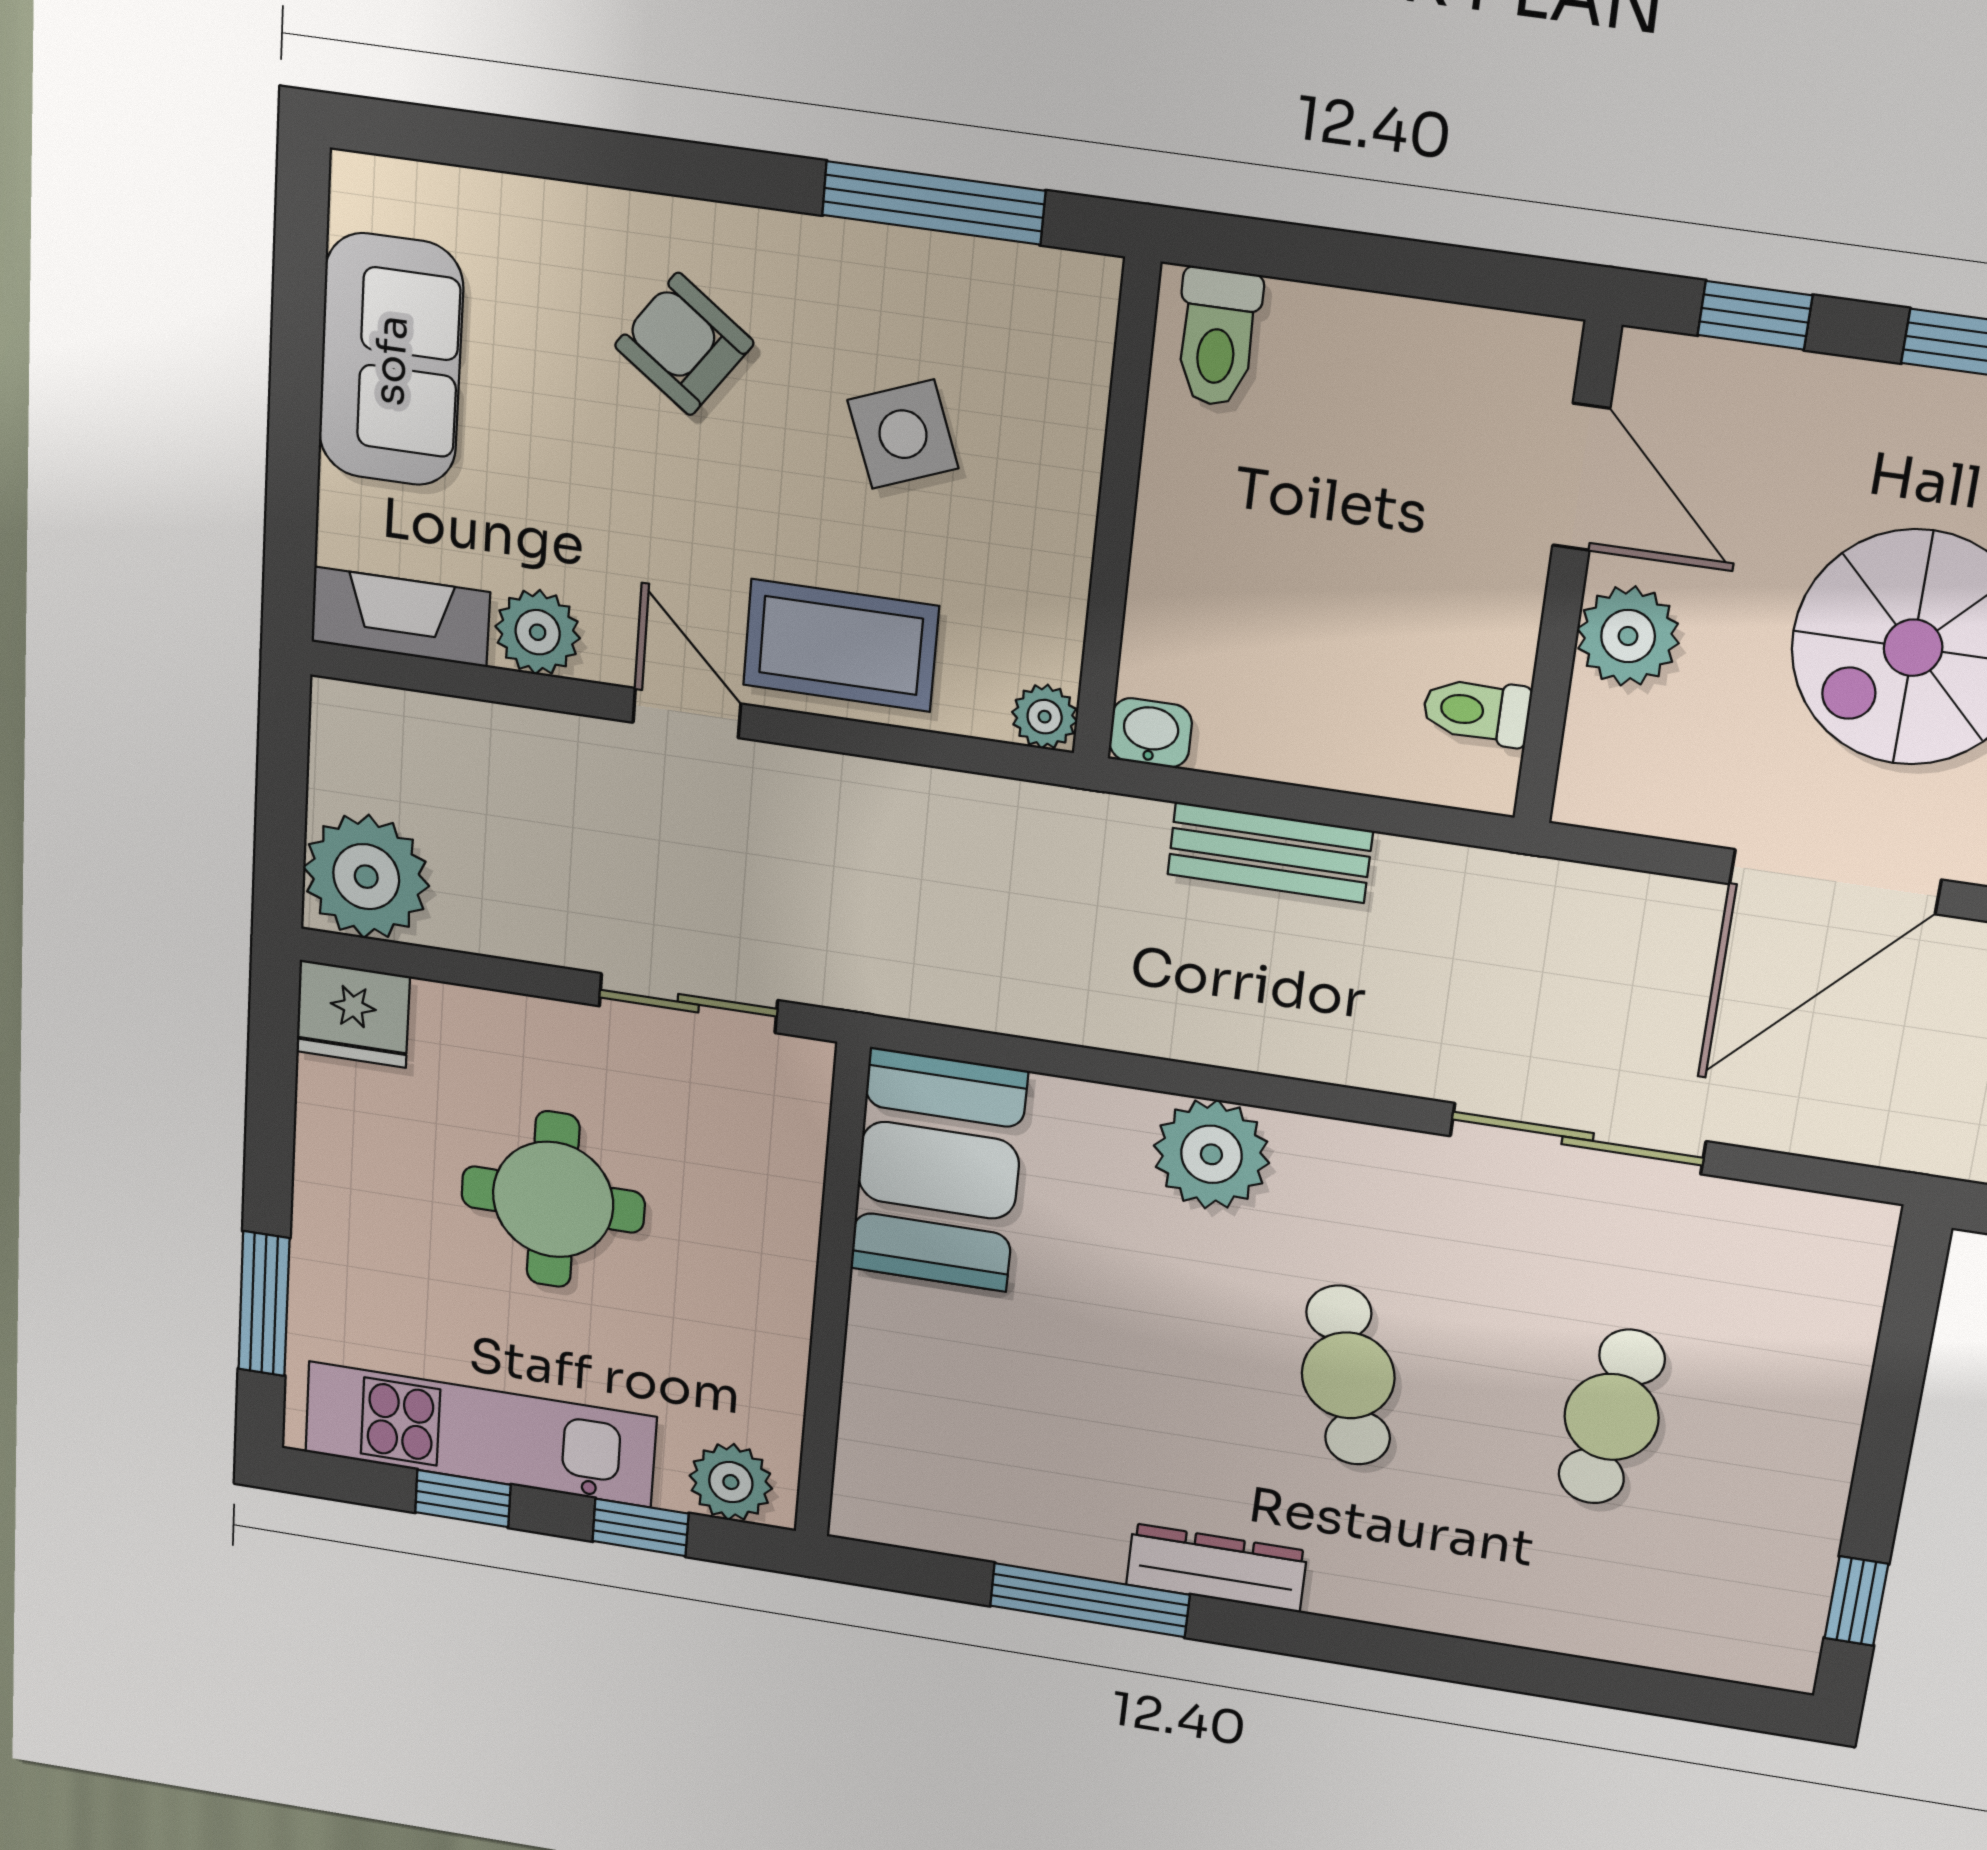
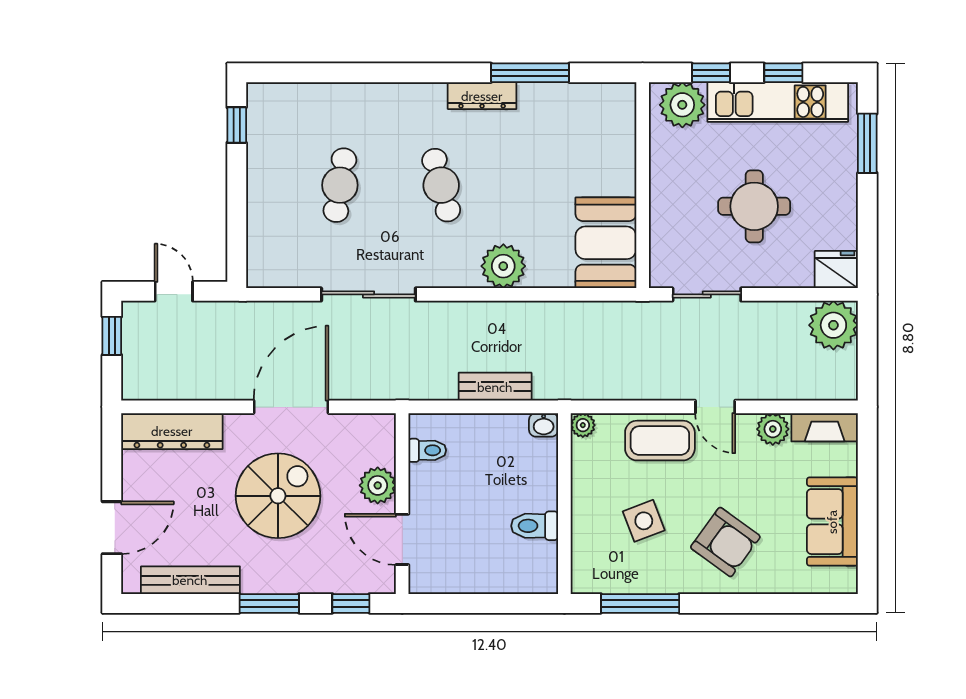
toilet: (1217, 337) -> (535, 526), moved, turned -90
armchair: (684, 344) -> (725, 542), width x1.38, depth x1.38
plant: (731, 1482) -> (682, 105), width x1.36, depth x1.36

